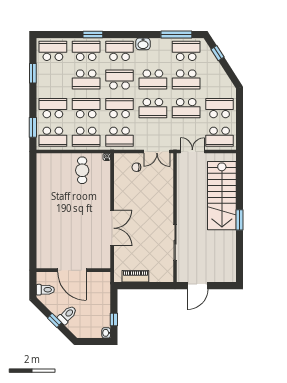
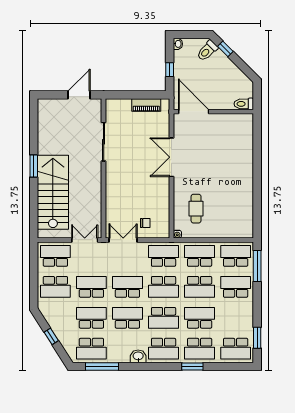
window: (218, 53) -> (51, 336), moved
window: (33, 73) -> (257, 338), moved
school desk: (53, 108) -> (236, 287), turned 180
window: (33, 127) -> (257, 266), width x1.44
double door: (192, 151) -> (85, 240), swing flipped
cafe table: (82, 170) -> (196, 209), moved
door: (72, 270) -> (194, 112), moved
toilet: (45, 290) -> (244, 104), moved
toilet: (67, 315) -> (207, 51), moved
window: (54, 320) -> (225, 49), moved
window: (114, 320) -> (170, 70), moved

